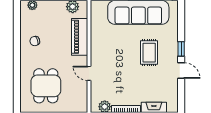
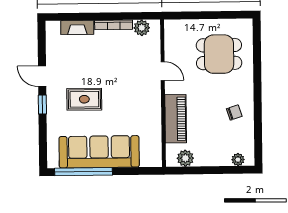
rug: (149, 53) -> (84, 99), turned 90
dining table: (46, 86) -> (219, 54), turned 90

